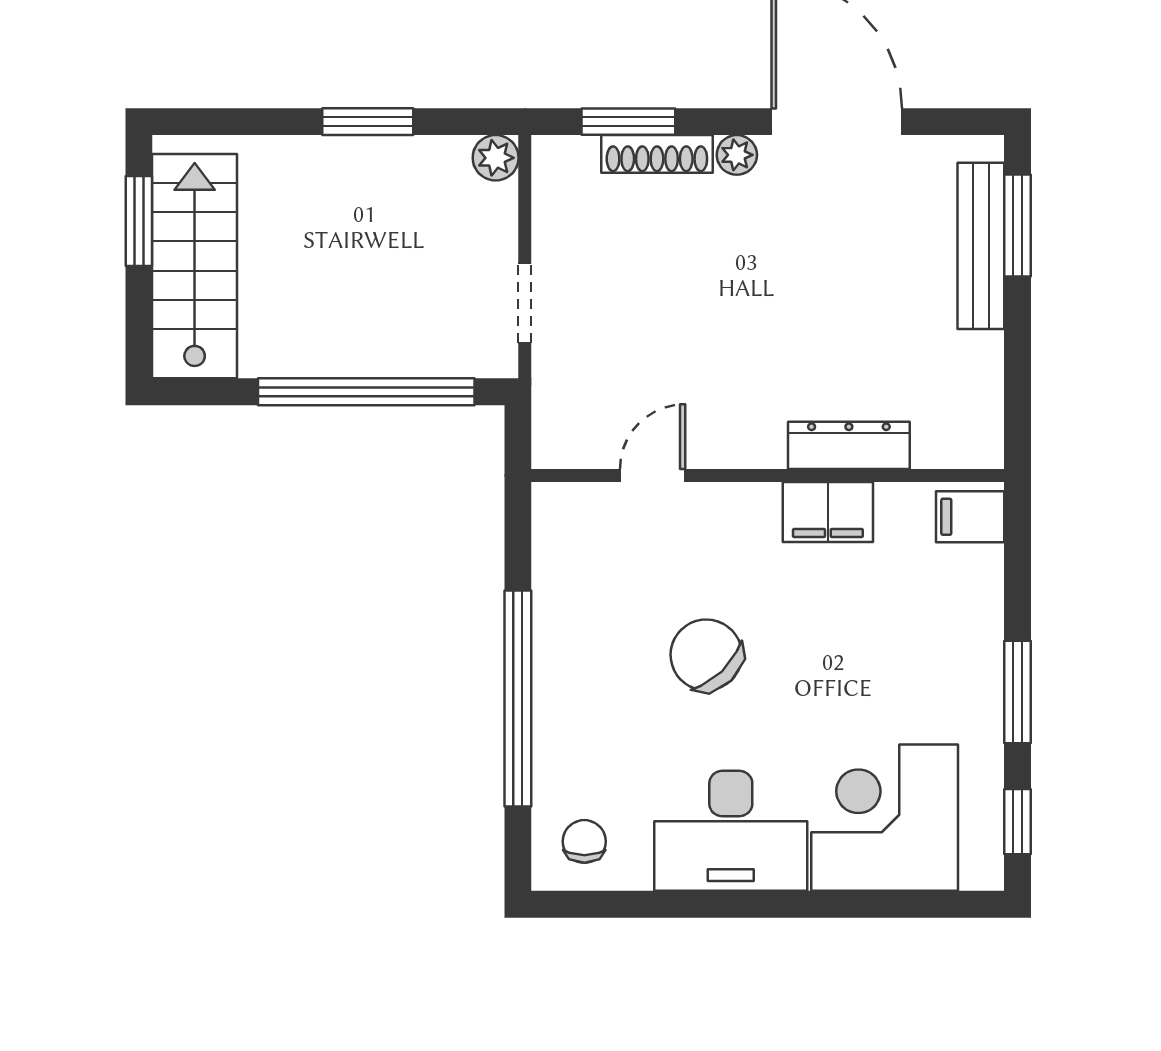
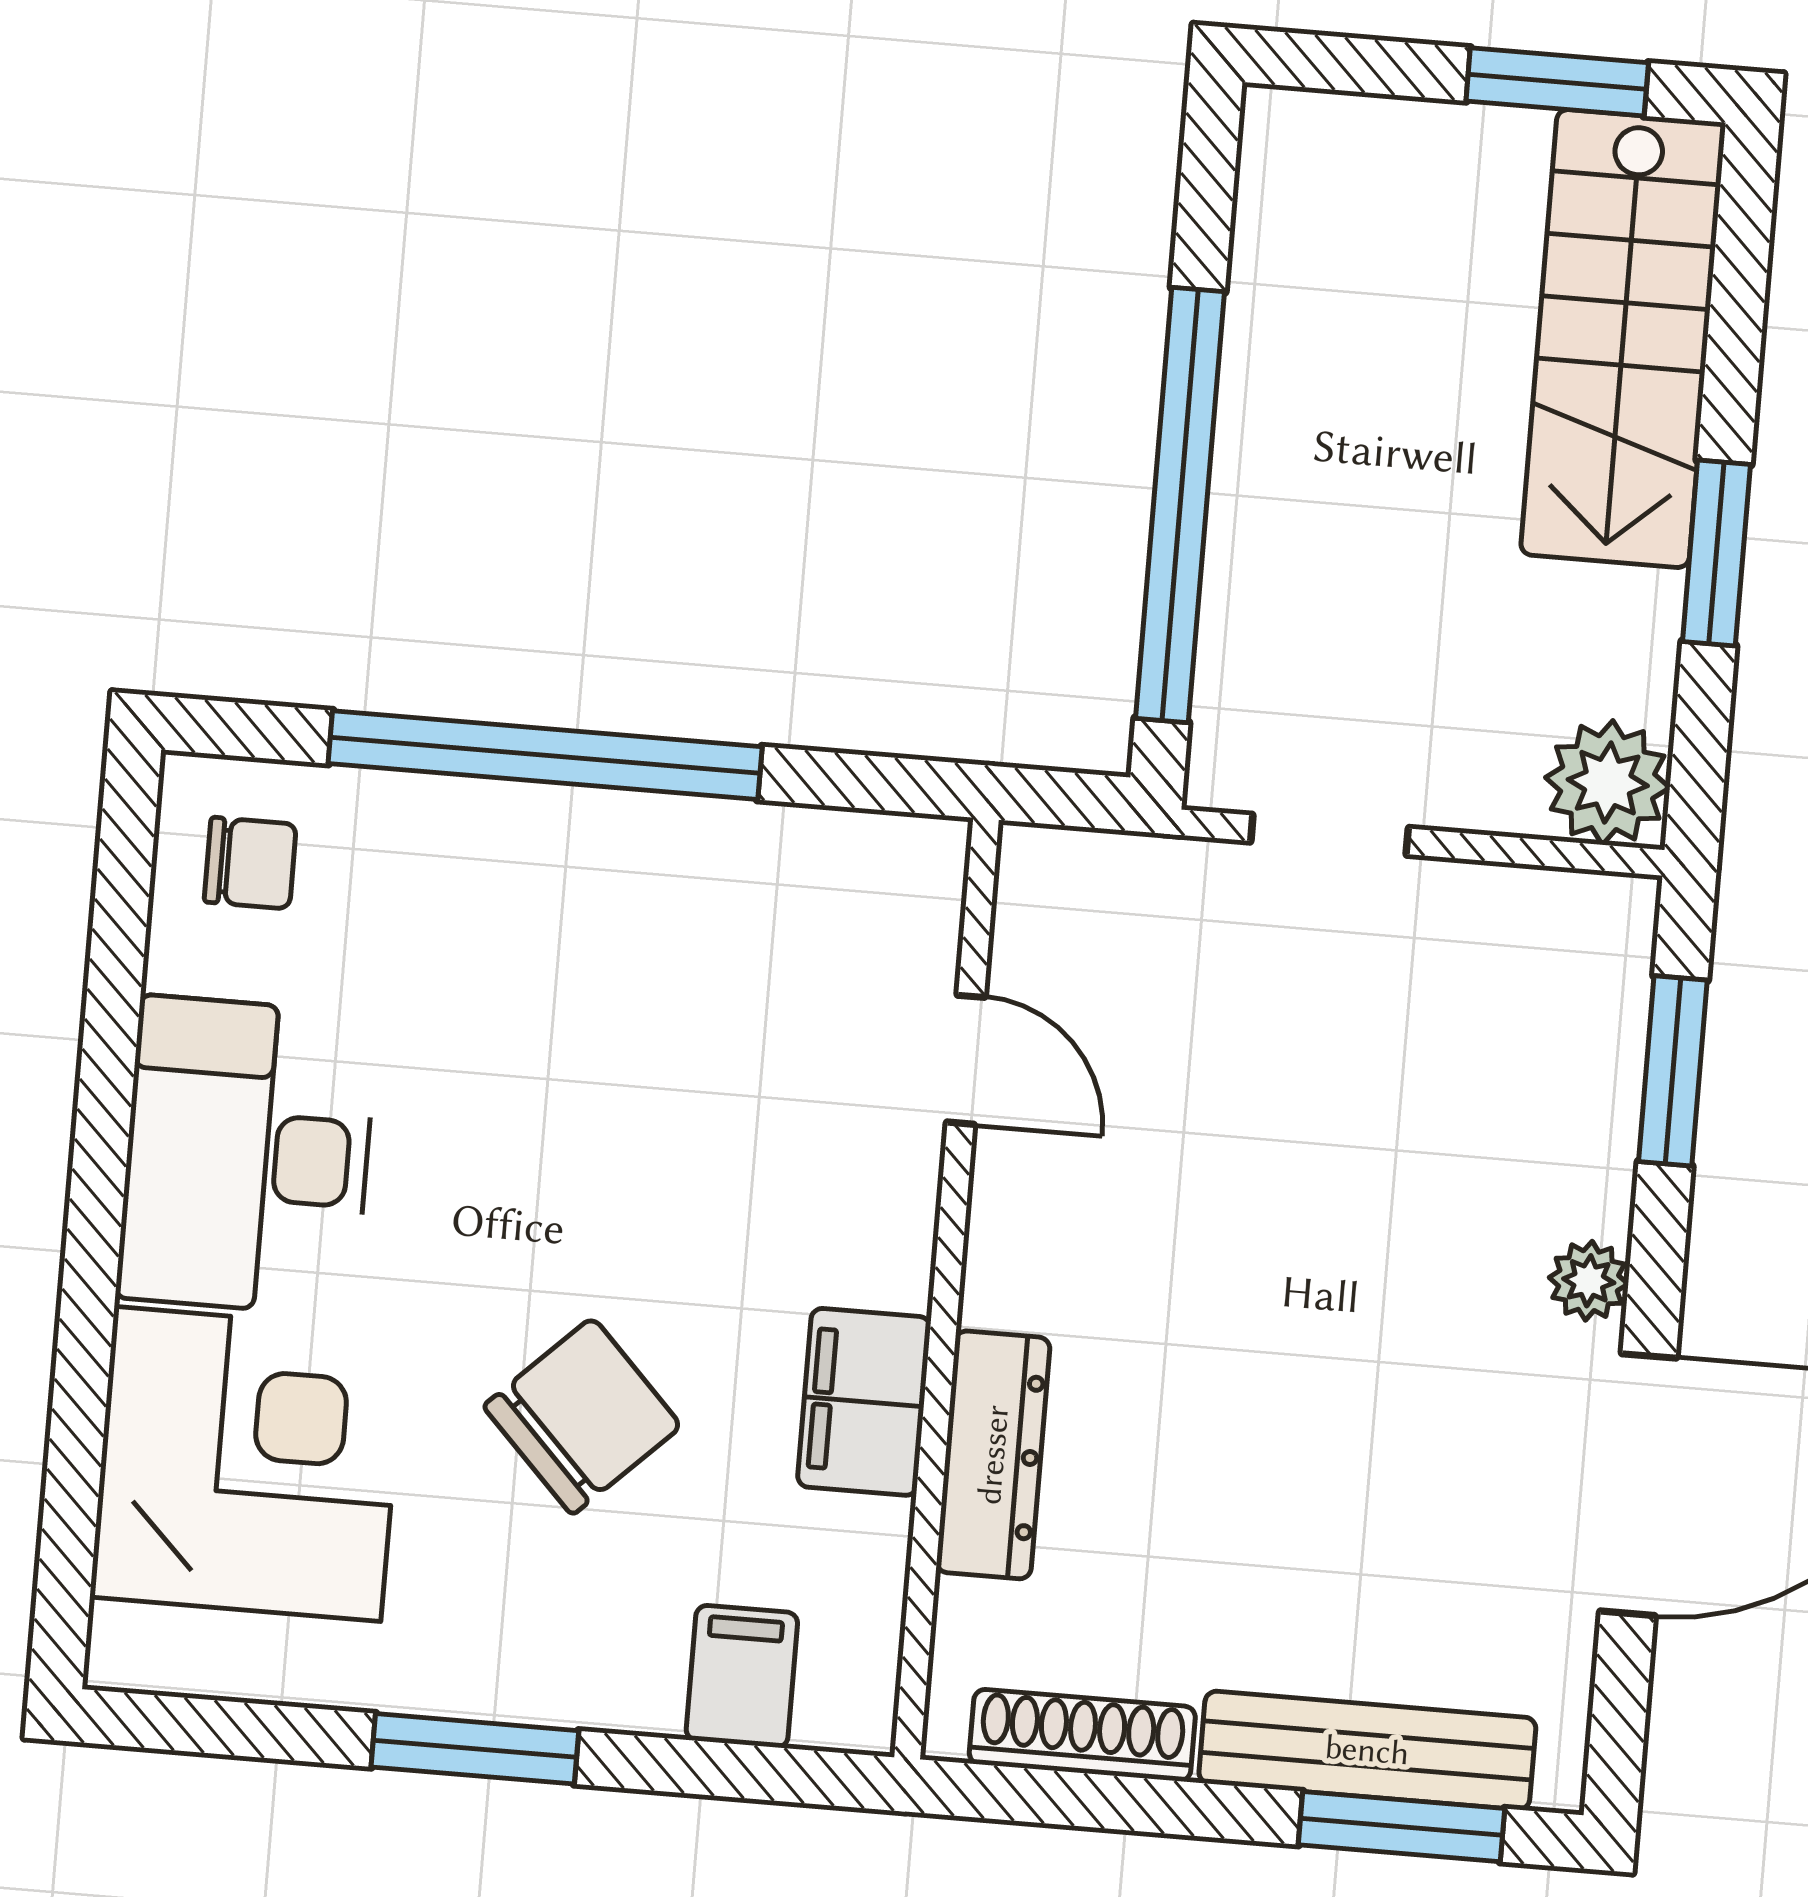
shoe rack: (657, 154) -> (1082, 1735), moved, turned 90
plant: (496, 158) -> (1608, 783), width x1.38, depth x1.38
stairs: (195, 266) -> (1623, 339), moved, turned 90
filing cabinet: (970, 517) -> (742, 1676), moved
chair: (706, 655) -> (582, 1416), moved
window: (1018, 822) -> (217, 1727), removed

